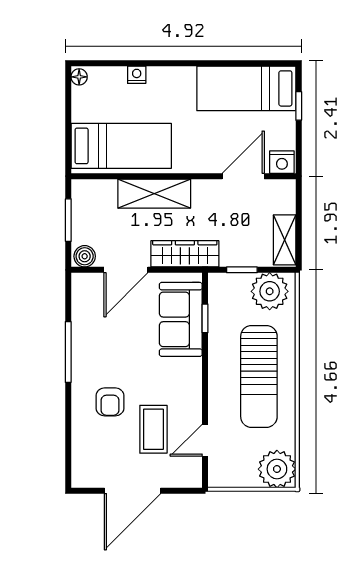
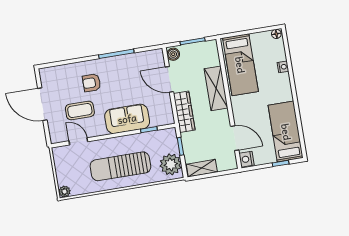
sofa: (181, 319) -> (127, 119), moved
plant: (277, 469) -> (64, 192), width x0.53, depth x0.53

